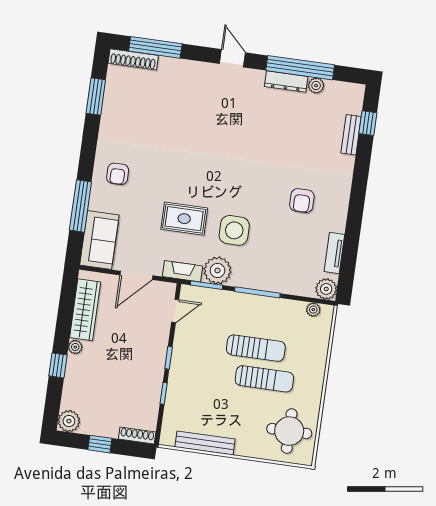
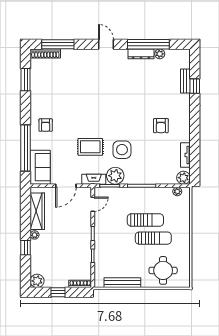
window: (368, 123) -> (195, 86), moved
window: (80, 206) -> (26, 148), width x1.46
round table: (289, 431) -> (163, 270), moved

